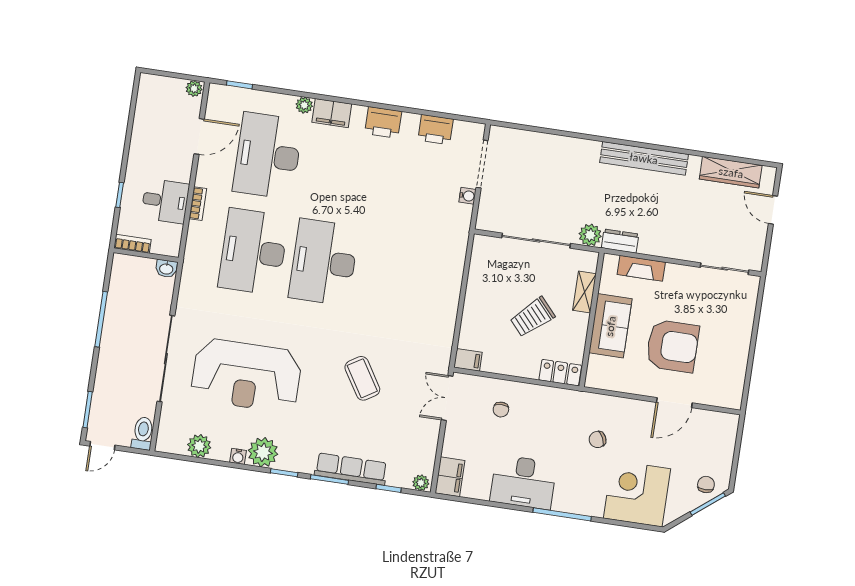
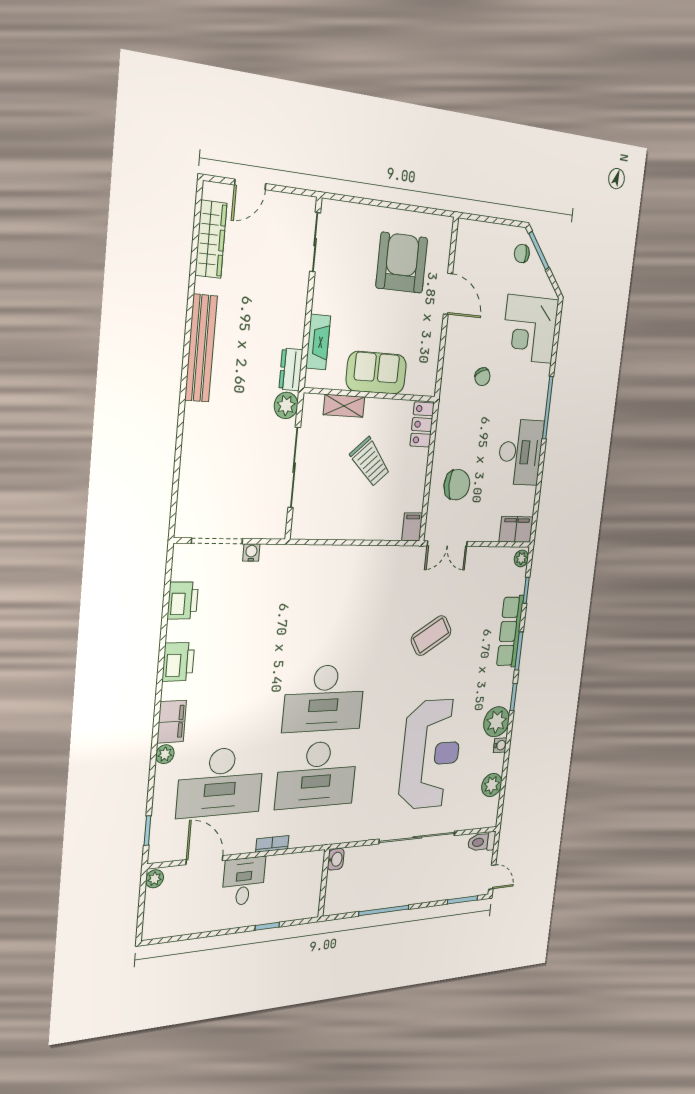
desk: (165, 201) -> (244, 881), moved
bookcase: (133, 244) -> (314, 900), removed
armchair: (672, 346) -> (402, 263), moved
chair: (501, 410) -> (457, 485), width x1.87, depth x1.87

